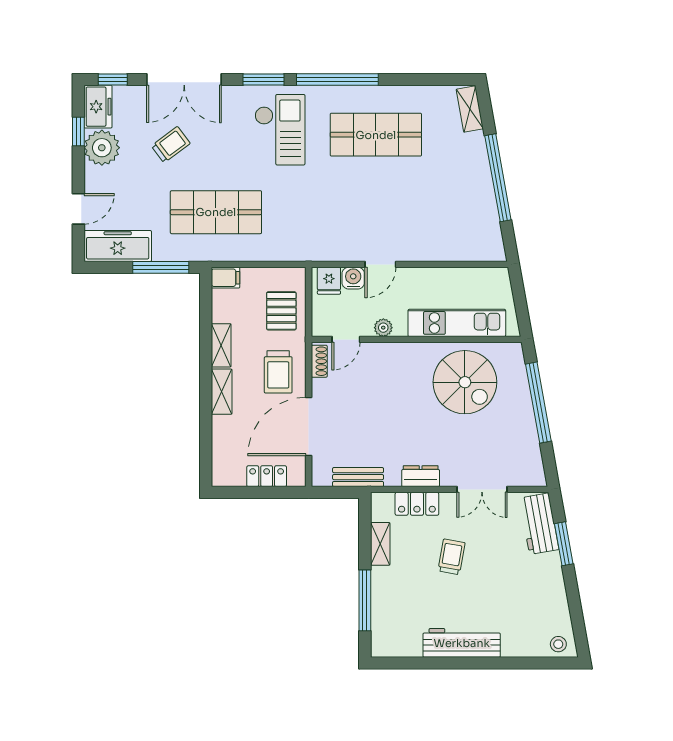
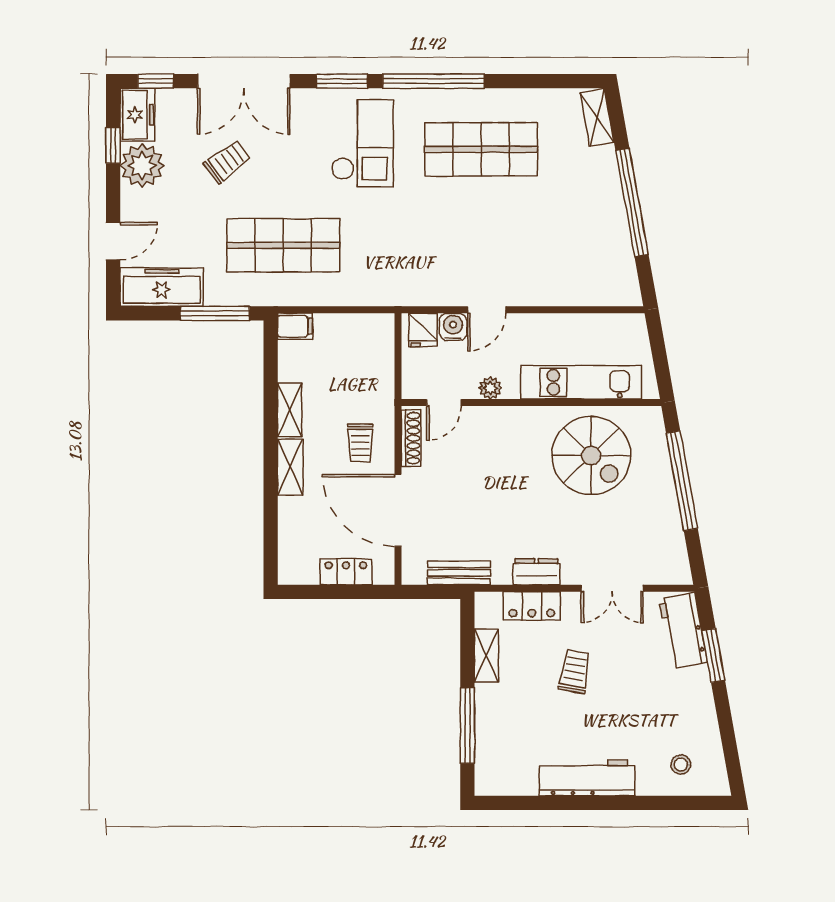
pallet: (281, 311) -> (364, 367), removed
shoe rack: (319, 361) -> (411, 438), width x1.43
trolley: (278, 372) -> (360, 443), width x0.73, depth x0.72
door: (309, 427) -> (398, 510), hinge flipped
stool: (558, 644) -> (681, 764), moved

